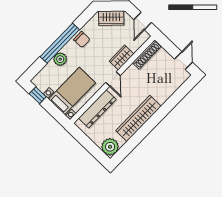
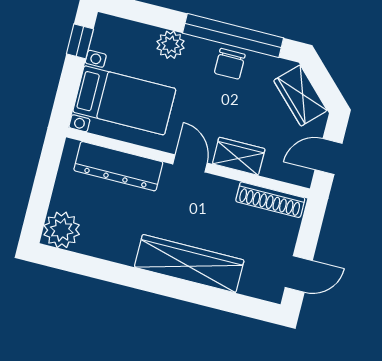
window: (60, 43) -> (233, 36), moved
door: (113, 79) -> (190, 163), swing flipped
wardrobe: (138, 118) -> (189, 264), moved

